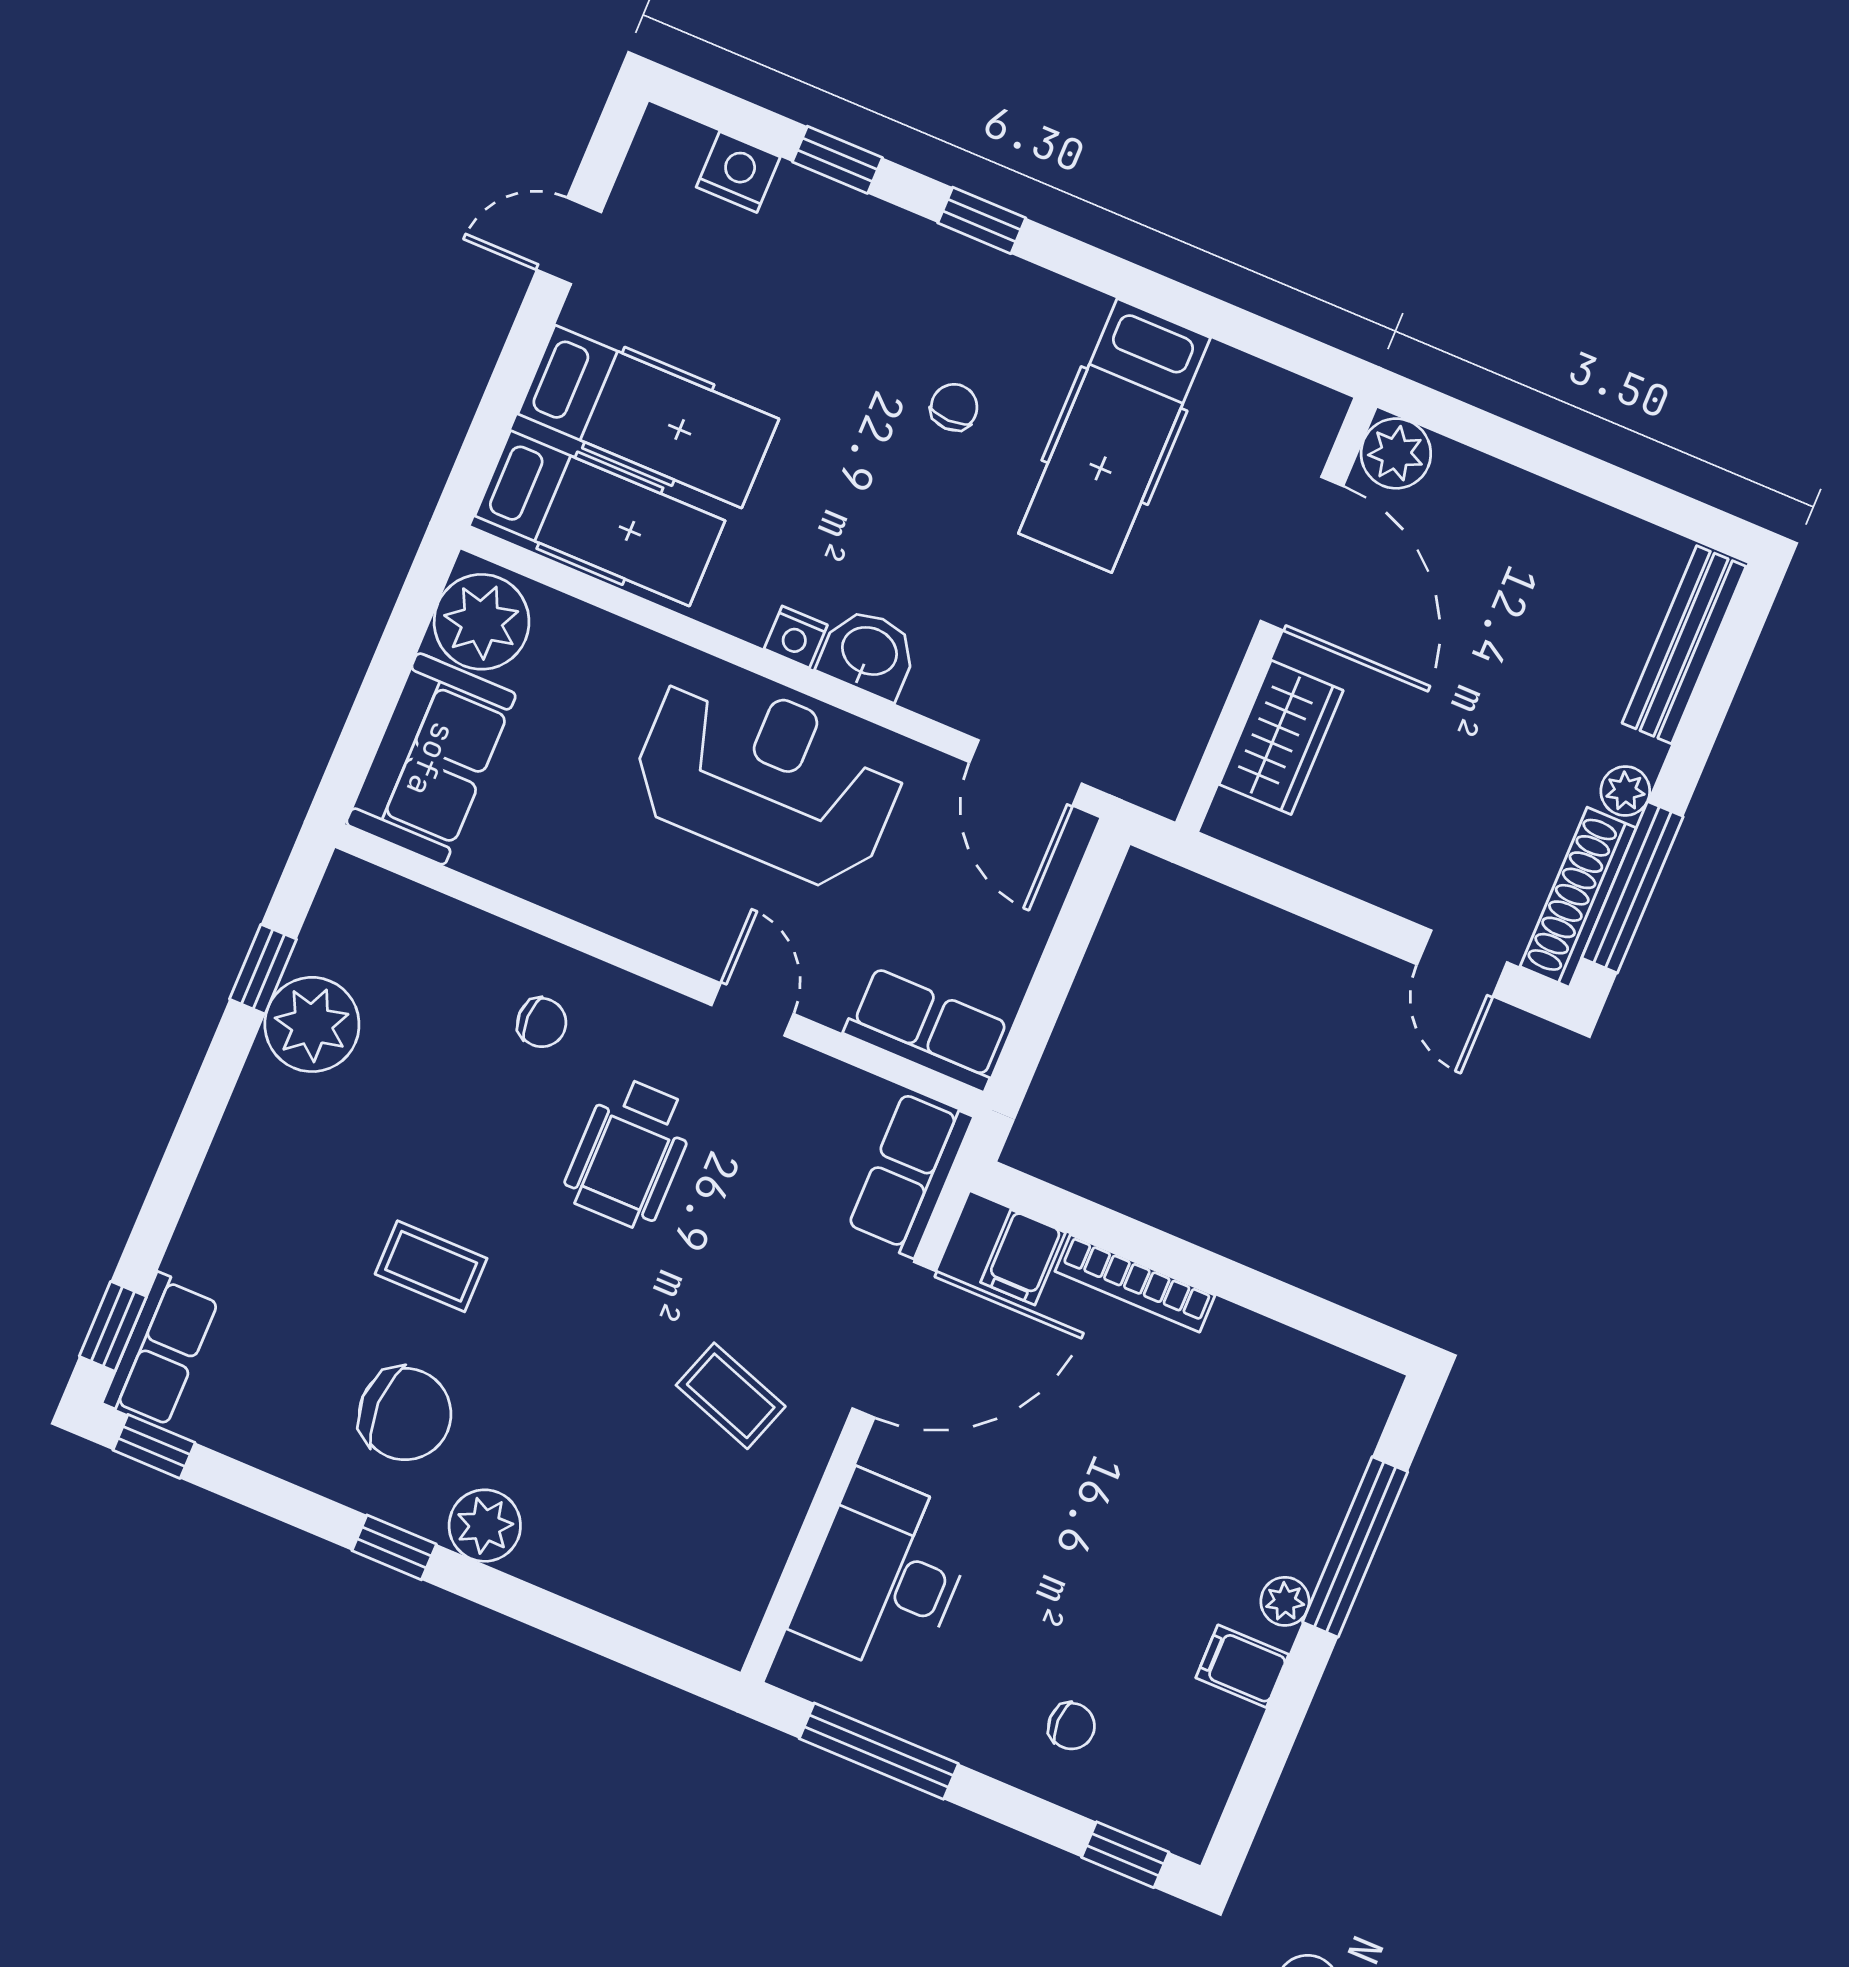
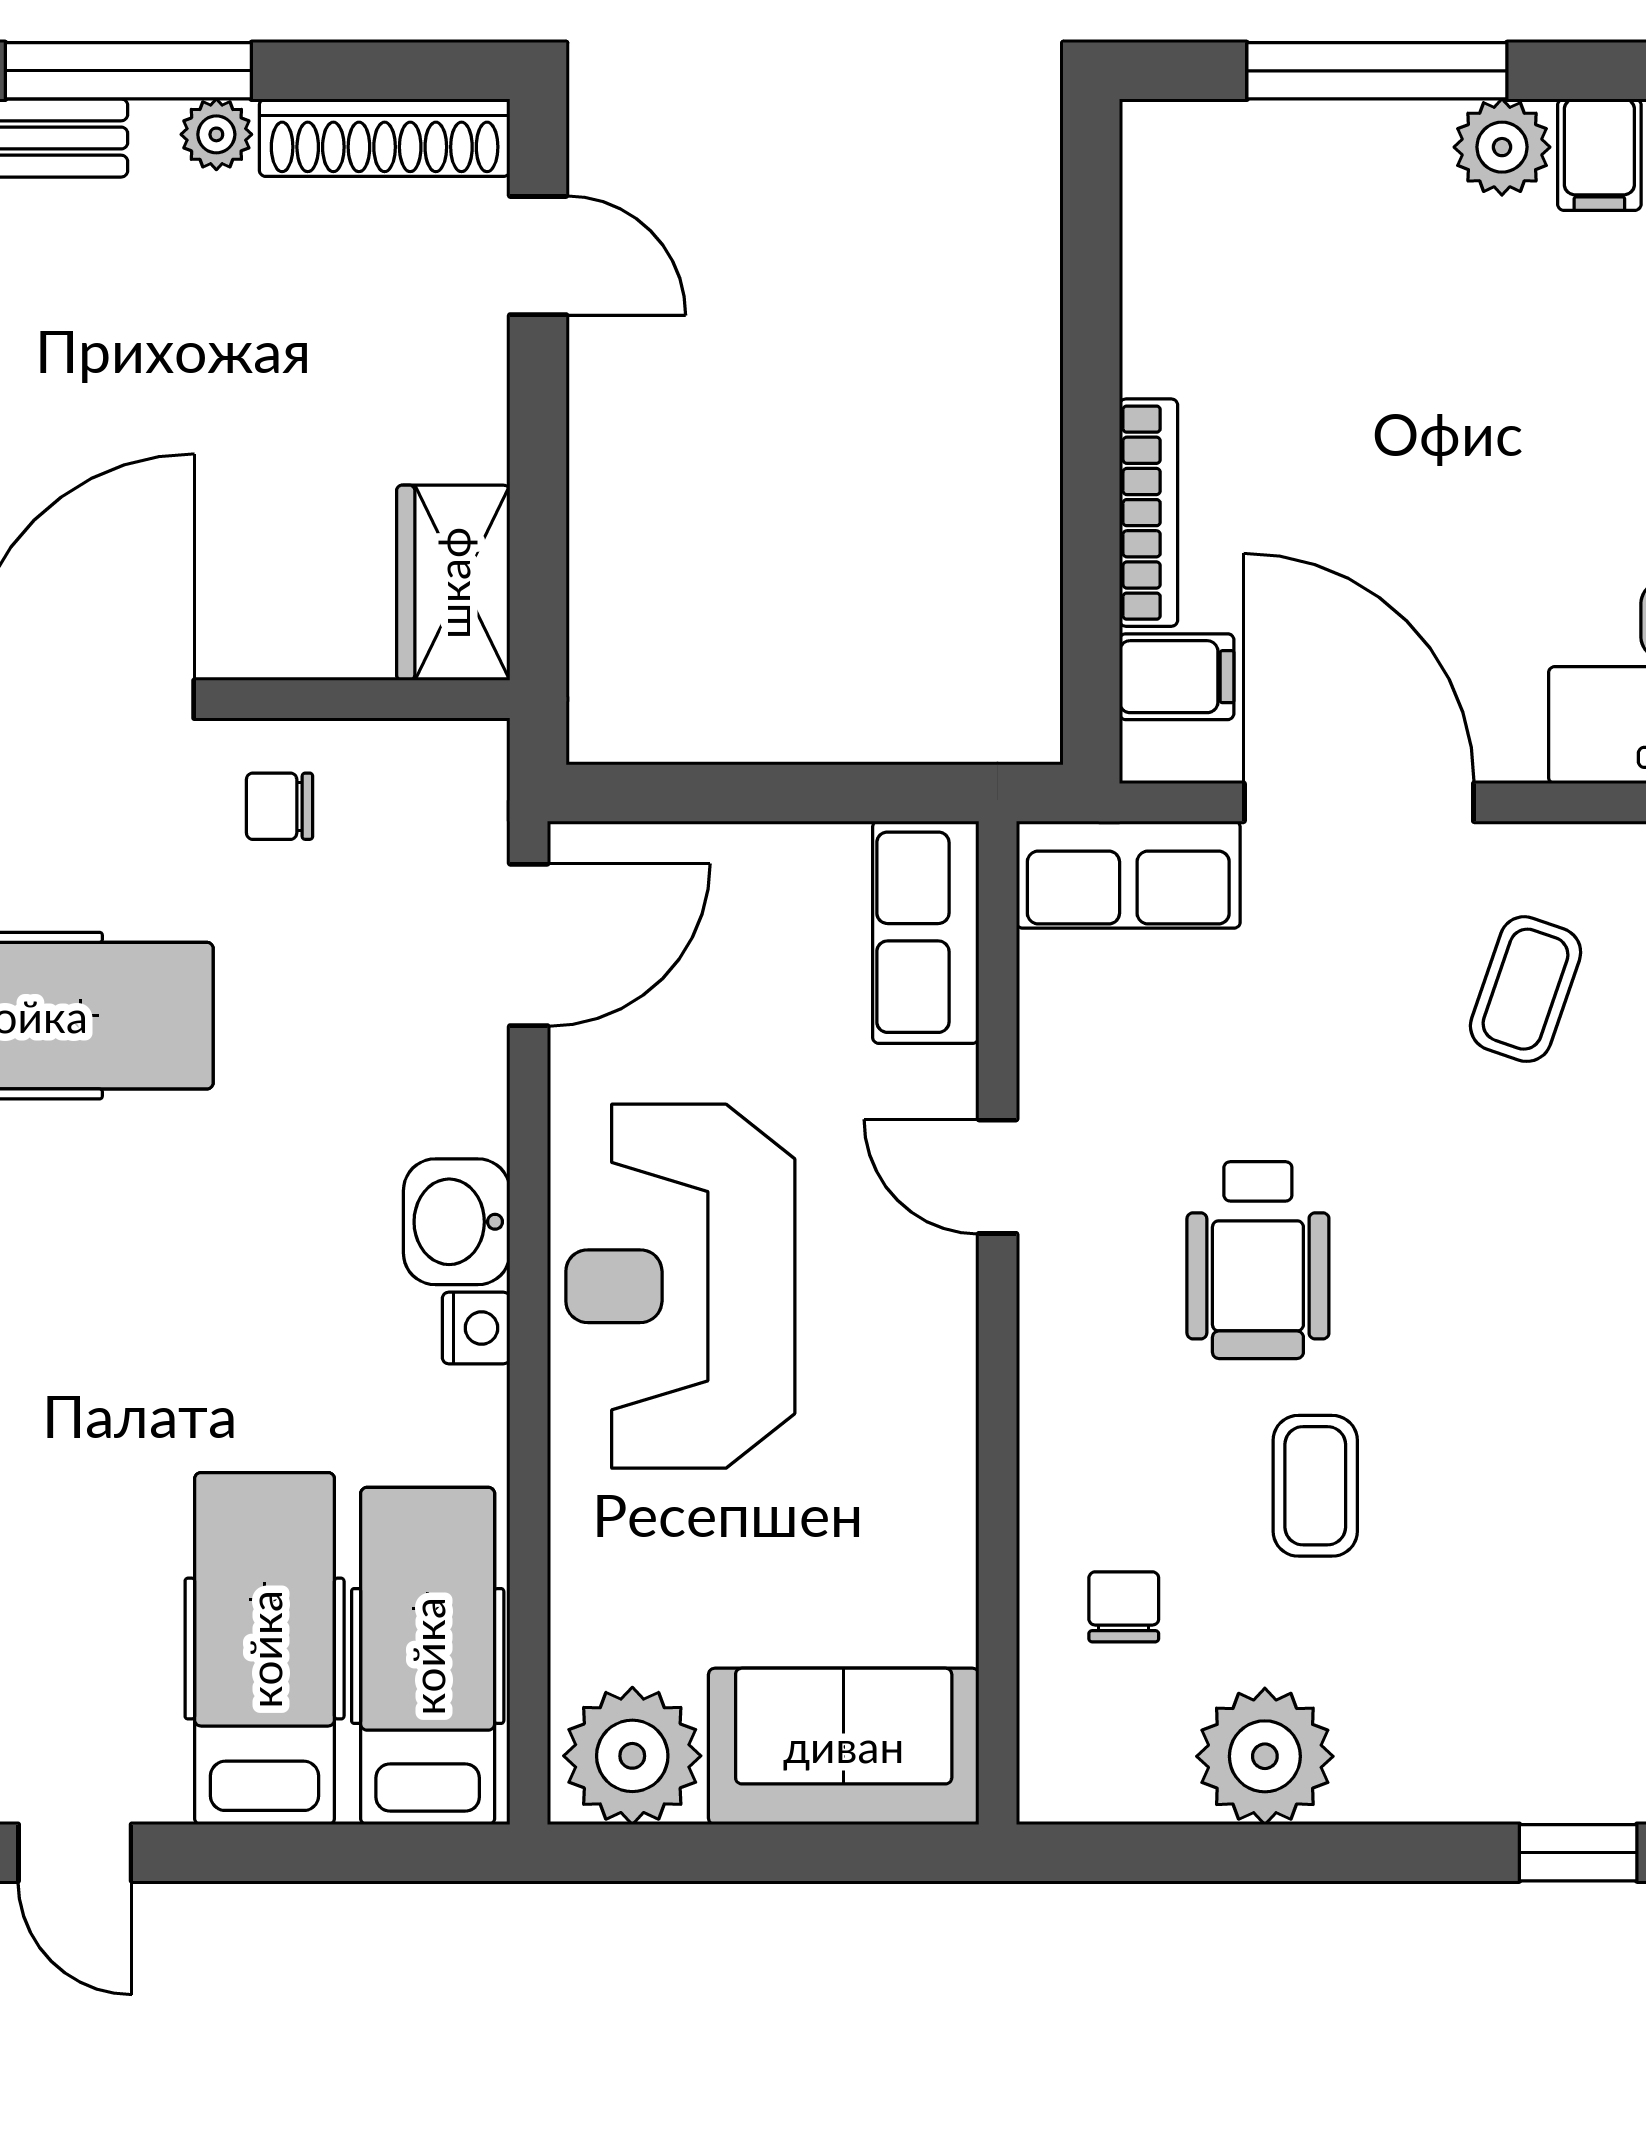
chair: (954, 407) -> (280, 806), moved
wardrobe: (1281, 737) -> (453, 583), moved, turned -90
window: (1632, 887) -> (128, 71), moved
door: (1462, 963) -> (538, 256), hinge flipped
window: (263, 969) -> (1578, 1853), moved
door: (753, 1009) -> (998, 1177), hinge flipped
chair: (542, 1023) -> (1124, 1607), moved
wheelchair: (630, 1153) -> (1258, 1260), turned 90
coffee table: (431, 1266) -> (1315, 1486), moved
plant: (1285, 1601) -> (1502, 147), width x1.38, depth x1.38

